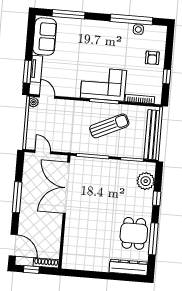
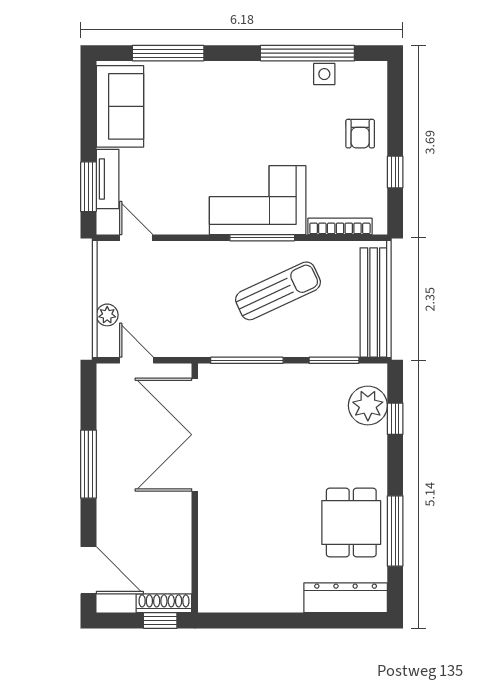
plant: (33, 102) -> (107, 315), moved
window: (157, 198) -> (395, 419), moved
window: (31, 270) -> (160, 620), moved

